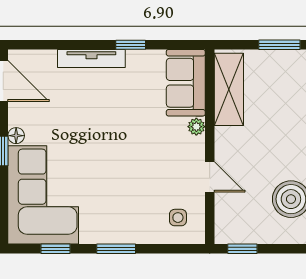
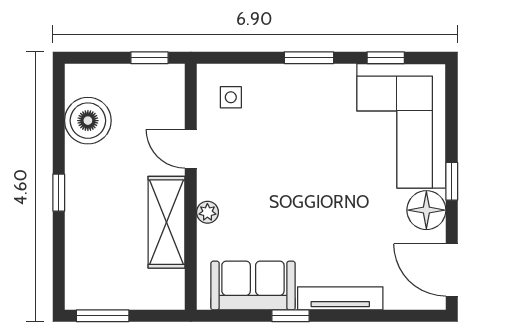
sofa: (186, 83) -> (253, 286), moved, turned -90
shelving: (229, 89) -> (166, 222), moved
floor lamp: (16, 136) -> (426, 210), width x1.89, depth x1.89

